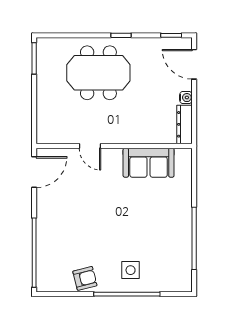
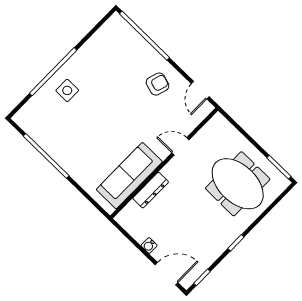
meeting table: (98, 73) -> (238, 184), moved, turned 90
dresser: (185, 124) -> (151, 190), moved, turned 90
sofa: (149, 163) -> (129, 176), width x1.36
door: (34, 172) -> (200, 90), width x0.73
armchair: (85, 278) -> (158, 84), moved, turned -149

